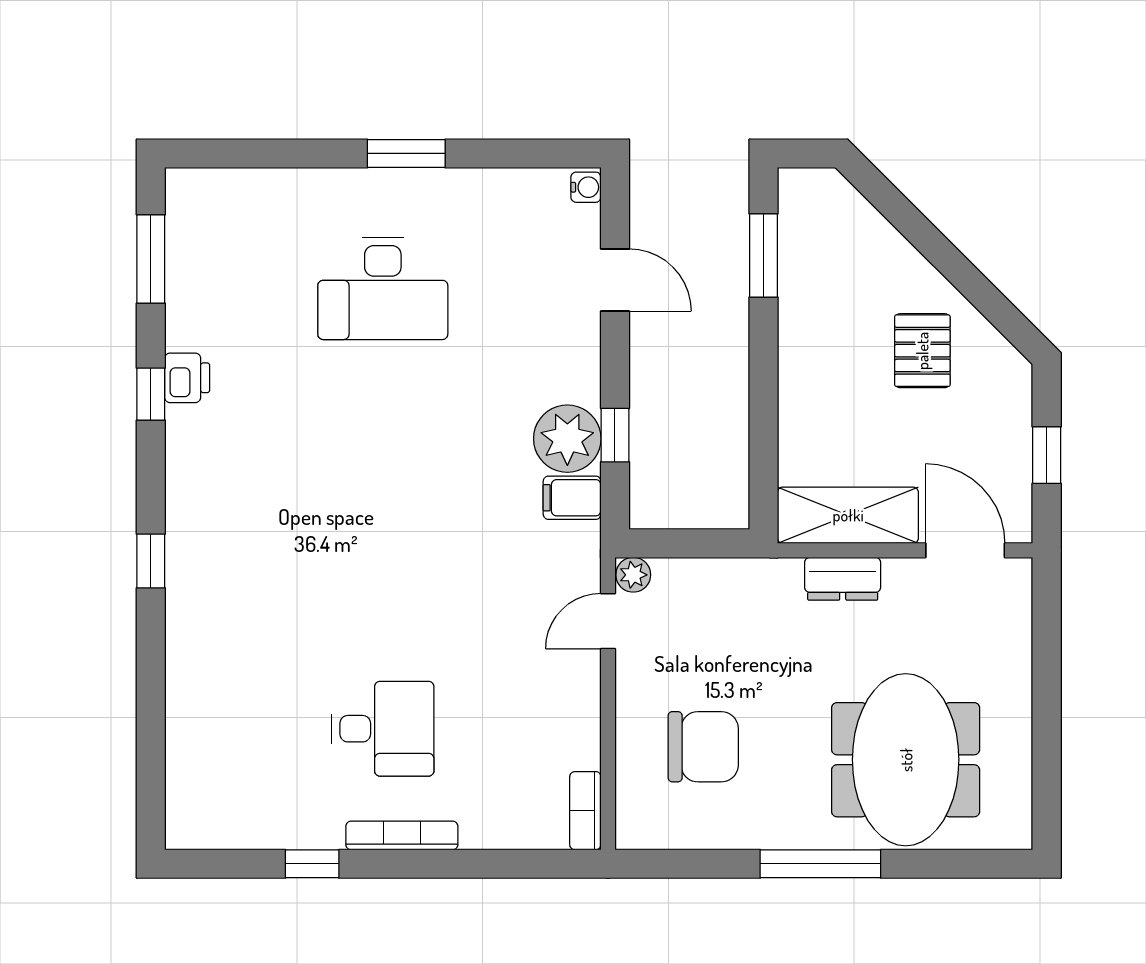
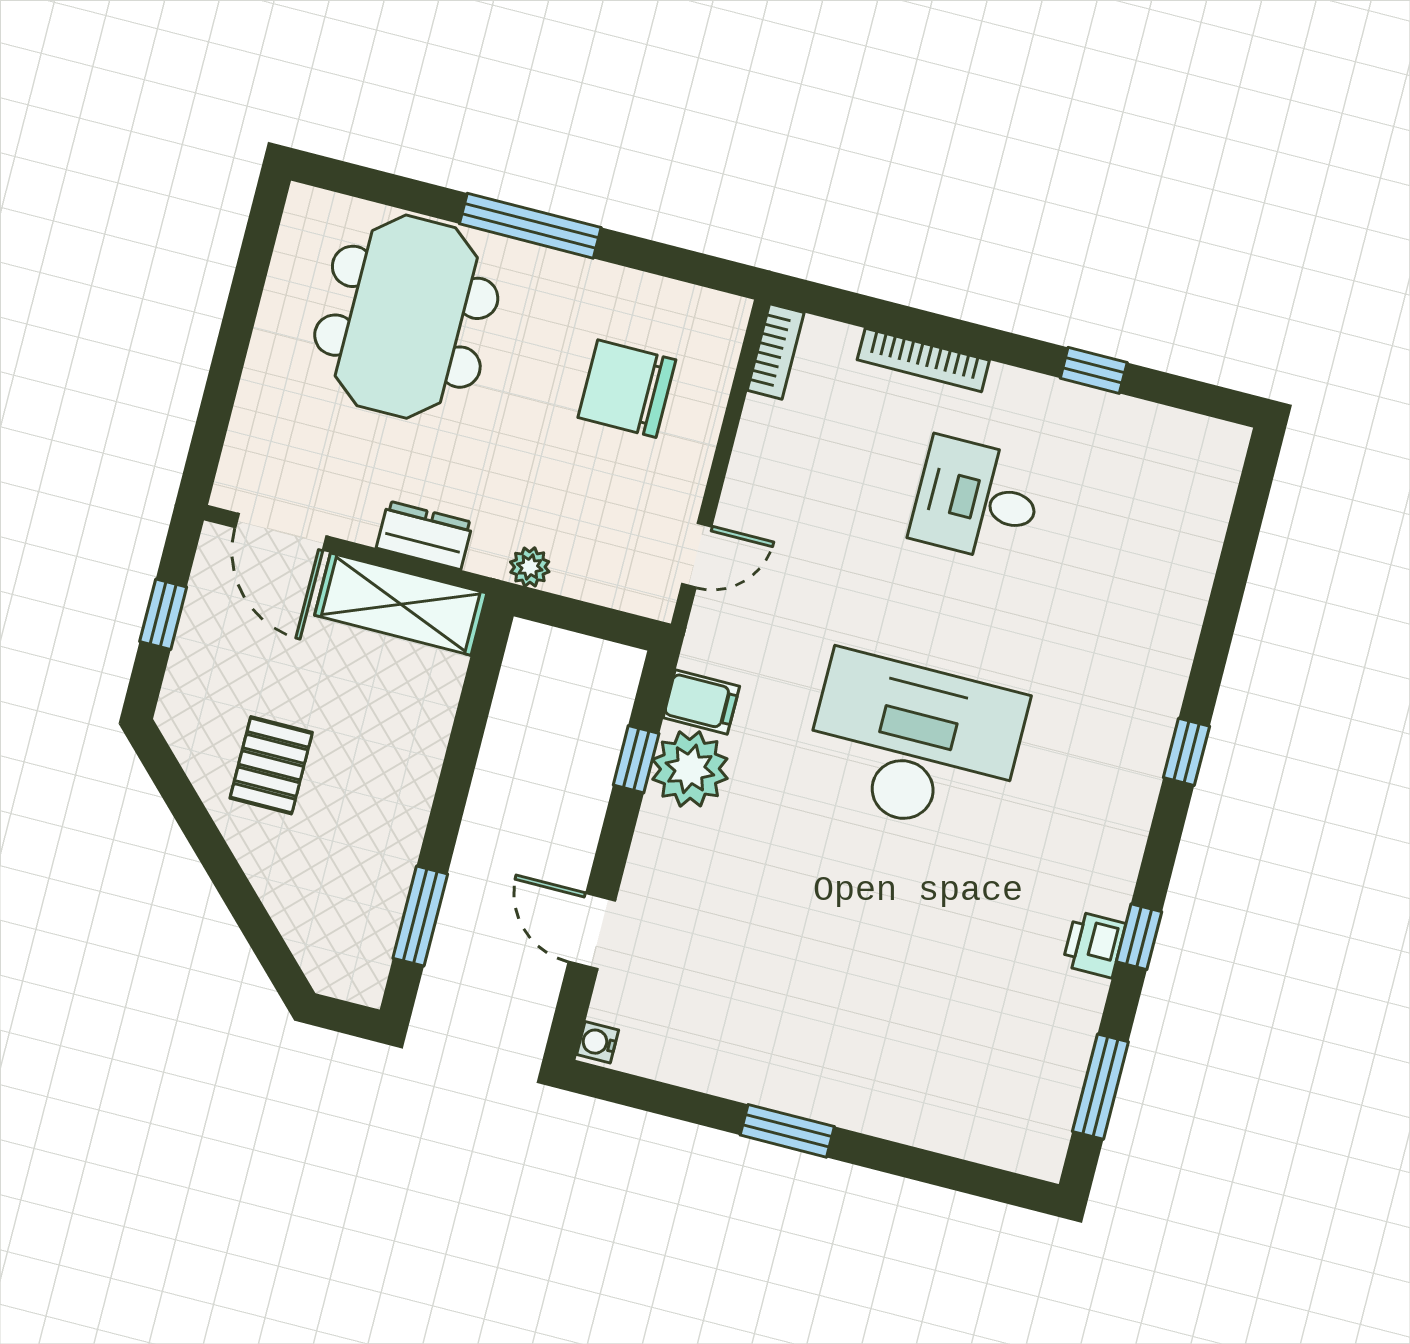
desk: (383, 288) -> (914, 744), moved, width x1.36, depth x1.30
plant: (633, 575) -> (530, 567), moved
bookcase: (402, 835) -> (923, 360), moved

